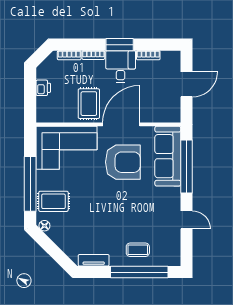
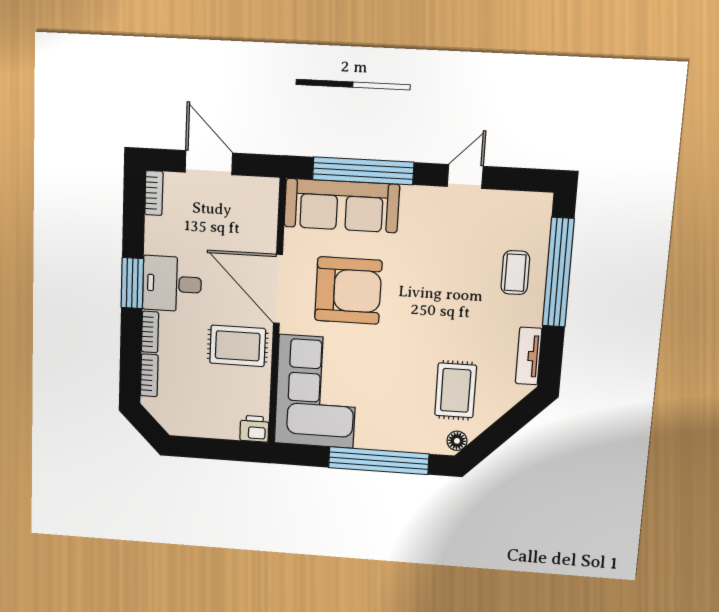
bookcase: (148, 55) -> (154, 193), moved
printer: (43, 88) -> (254, 429), moved
armchair: (123, 162) -> (348, 291), turned 90
rug: (53, 201) -> (456, 390), moved

